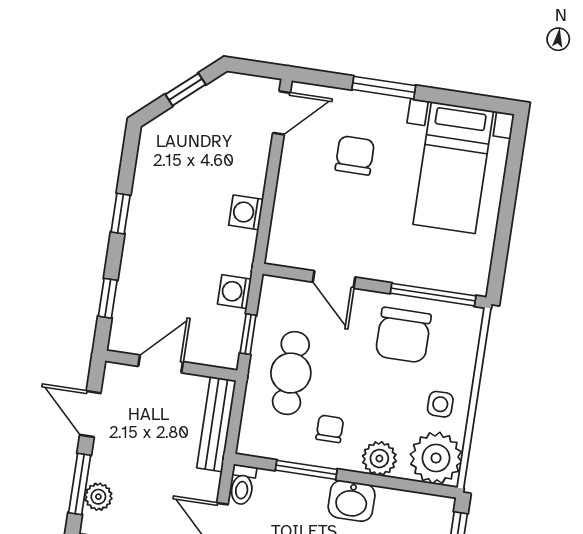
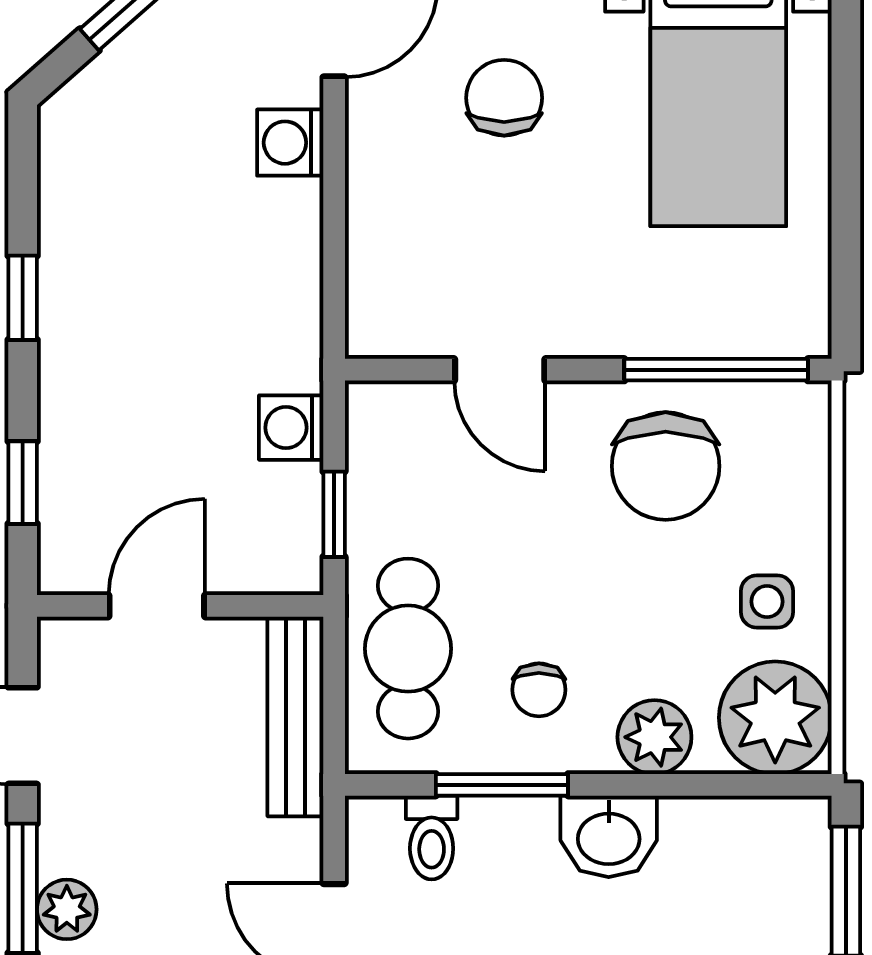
washing machine: (246, 212) -> (290, 143), moved
cafe table: (291, 373) -> (408, 649), moved
chair: (330, 429) -> (539, 690), turned 180
toilet: (242, 485) -> (432, 838), moved

